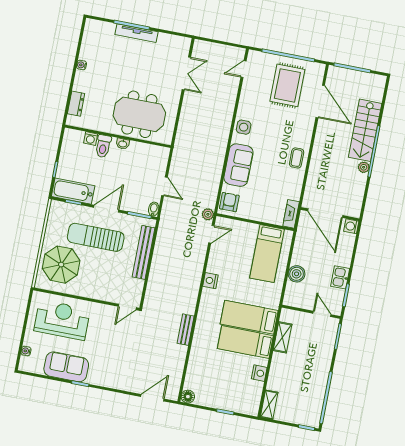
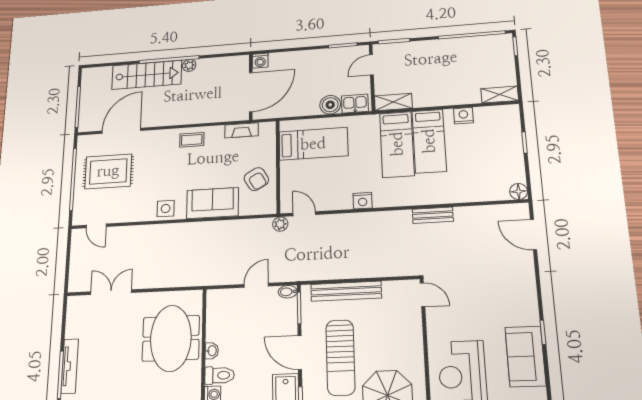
armchair: (229, 202) -> (256, 179), moved, turned -120
fireplace: (291, 214) -> (241, 130), moved
kitchen sink: (340, 277) -> (355, 104), moved, turned 180
shelving: (283, 337) -> (393, 102), moved

